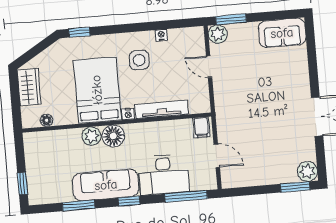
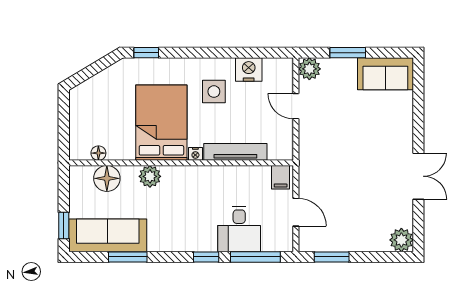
window: (231, 19) -> (348, 53), moved
nightstand: (161, 35) -> (249, 69), width x1.89, depth x1.79
wardrobe: (29, 87) -> (81, 112), removed
floor lamp: (113, 136) -> (107, 178), moved
desk: (164, 174) -> (239, 229), width x0.73
sofa: (106, 185) -> (108, 235), moved
window: (295, 187) -> (332, 257), moved
window: (129, 201) -> (206, 257), moved

